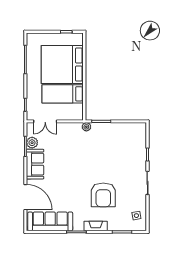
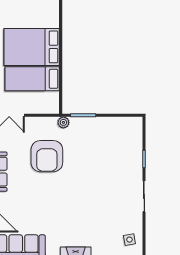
bed: (62, 64) -> (32, 47), width x0.73
armchair: (103, 195) -> (47, 156), moved

